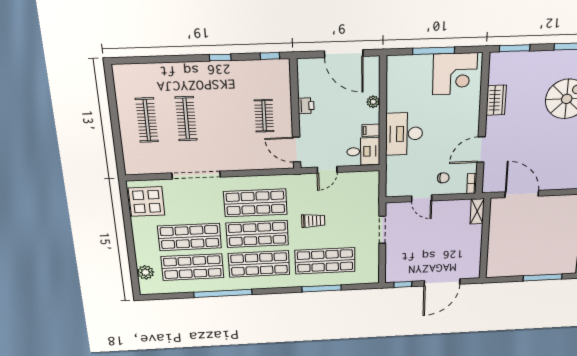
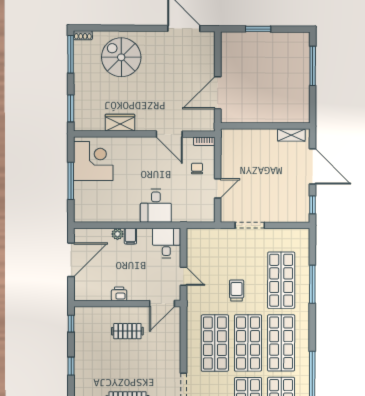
filing cabinet: (371, 130) -> (130, 236), moved
desk: (404, 134) -> (156, 206), width x0.73
shelving: (477, 211) -> (291, 135), moved

